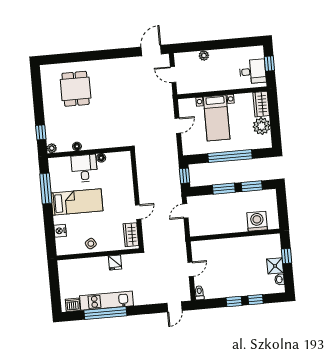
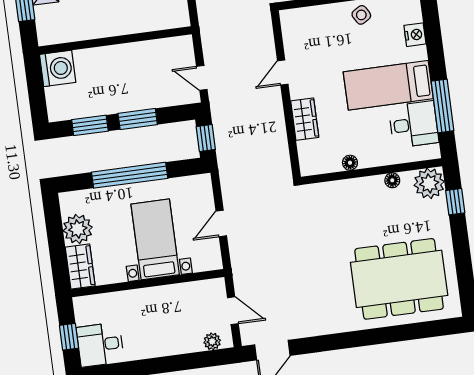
plant: (204, 56) -> (212, 341), moved
desk: (253, 72) -> (100, 345), moved
dining table: (76, 89) -> (399, 279), width x1.88, depth x1.24
plant: (52, 148) -> (429, 183), width x1.87, depth x1.87
desk: (84, 168) -> (414, 124), moved, turned -90
door: (185, 211) -> (202, 78), swing flipped
washing machine: (257, 221) -> (58, 68), moved, turned -90
wardrobe: (131, 235) -> (305, 119), moved

